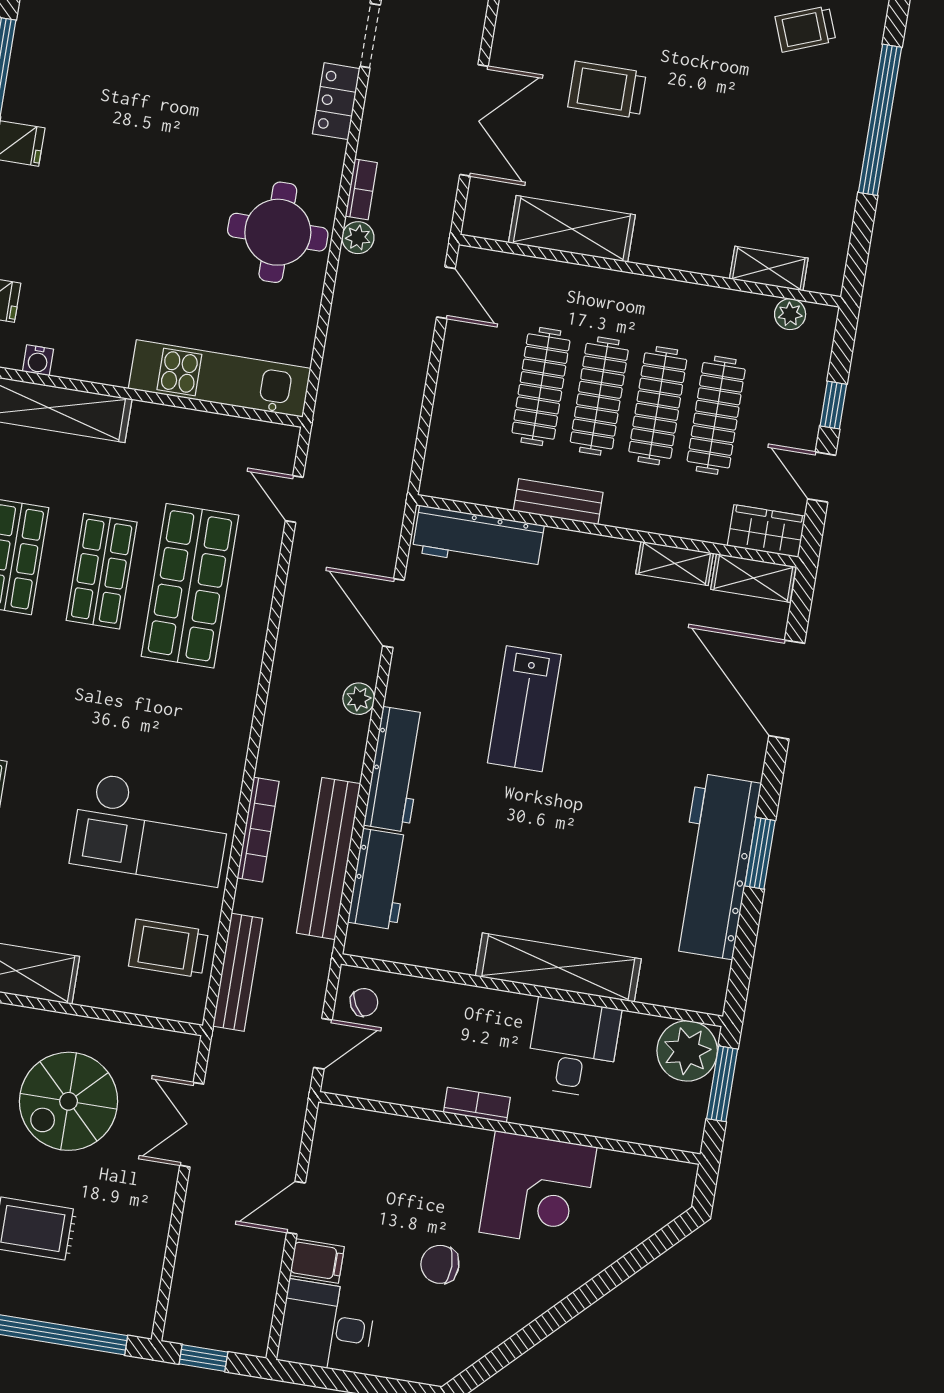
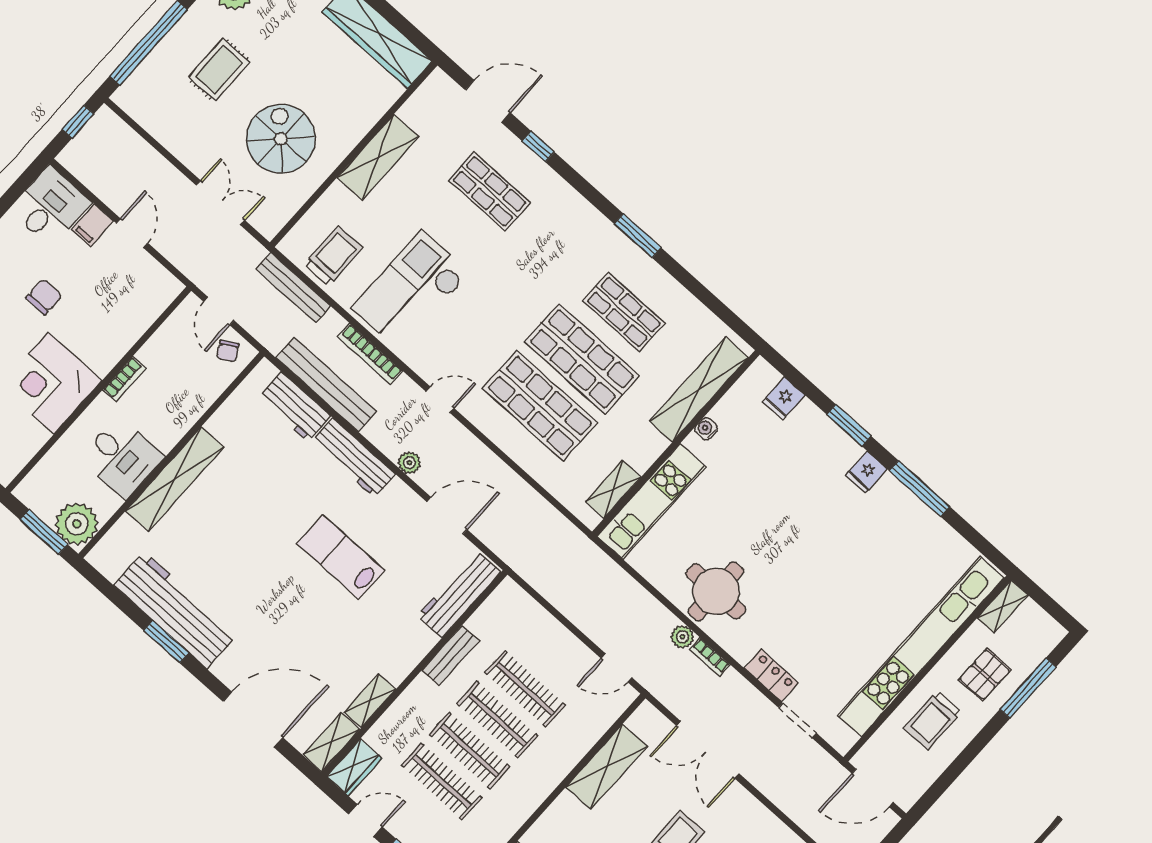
water cooler: (38, 360) -> (706, 429), moved
shelving: (234, 434) -> (613, 489), added
door: (294, 499) -> (440, 400), moved
shop shelf: (102, 571) -> (582, 359), width x1.43, depth x1.36

